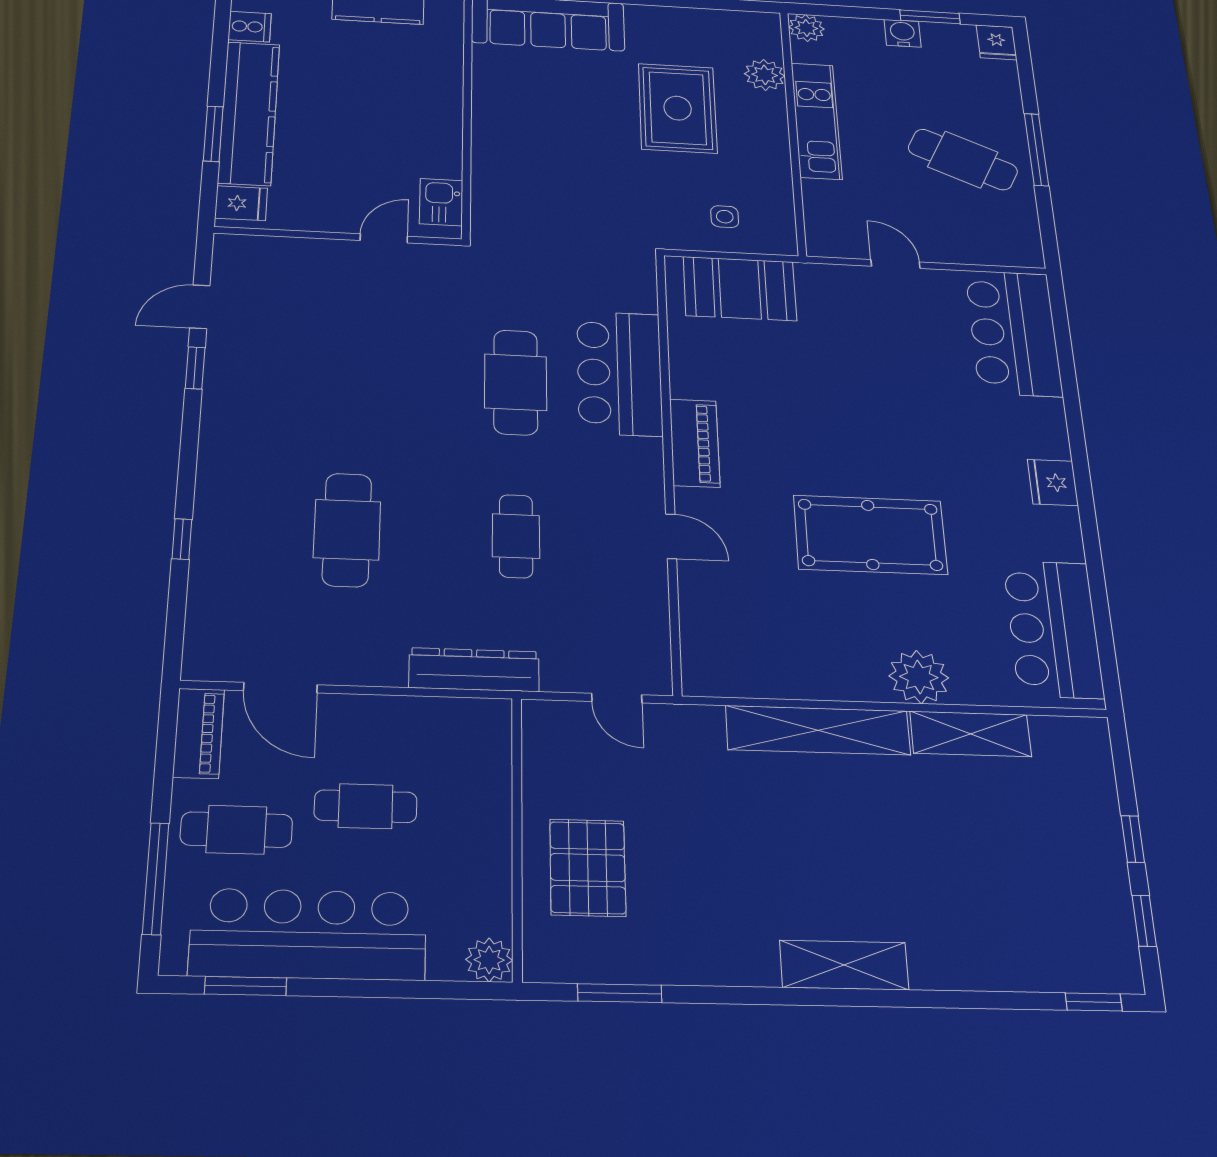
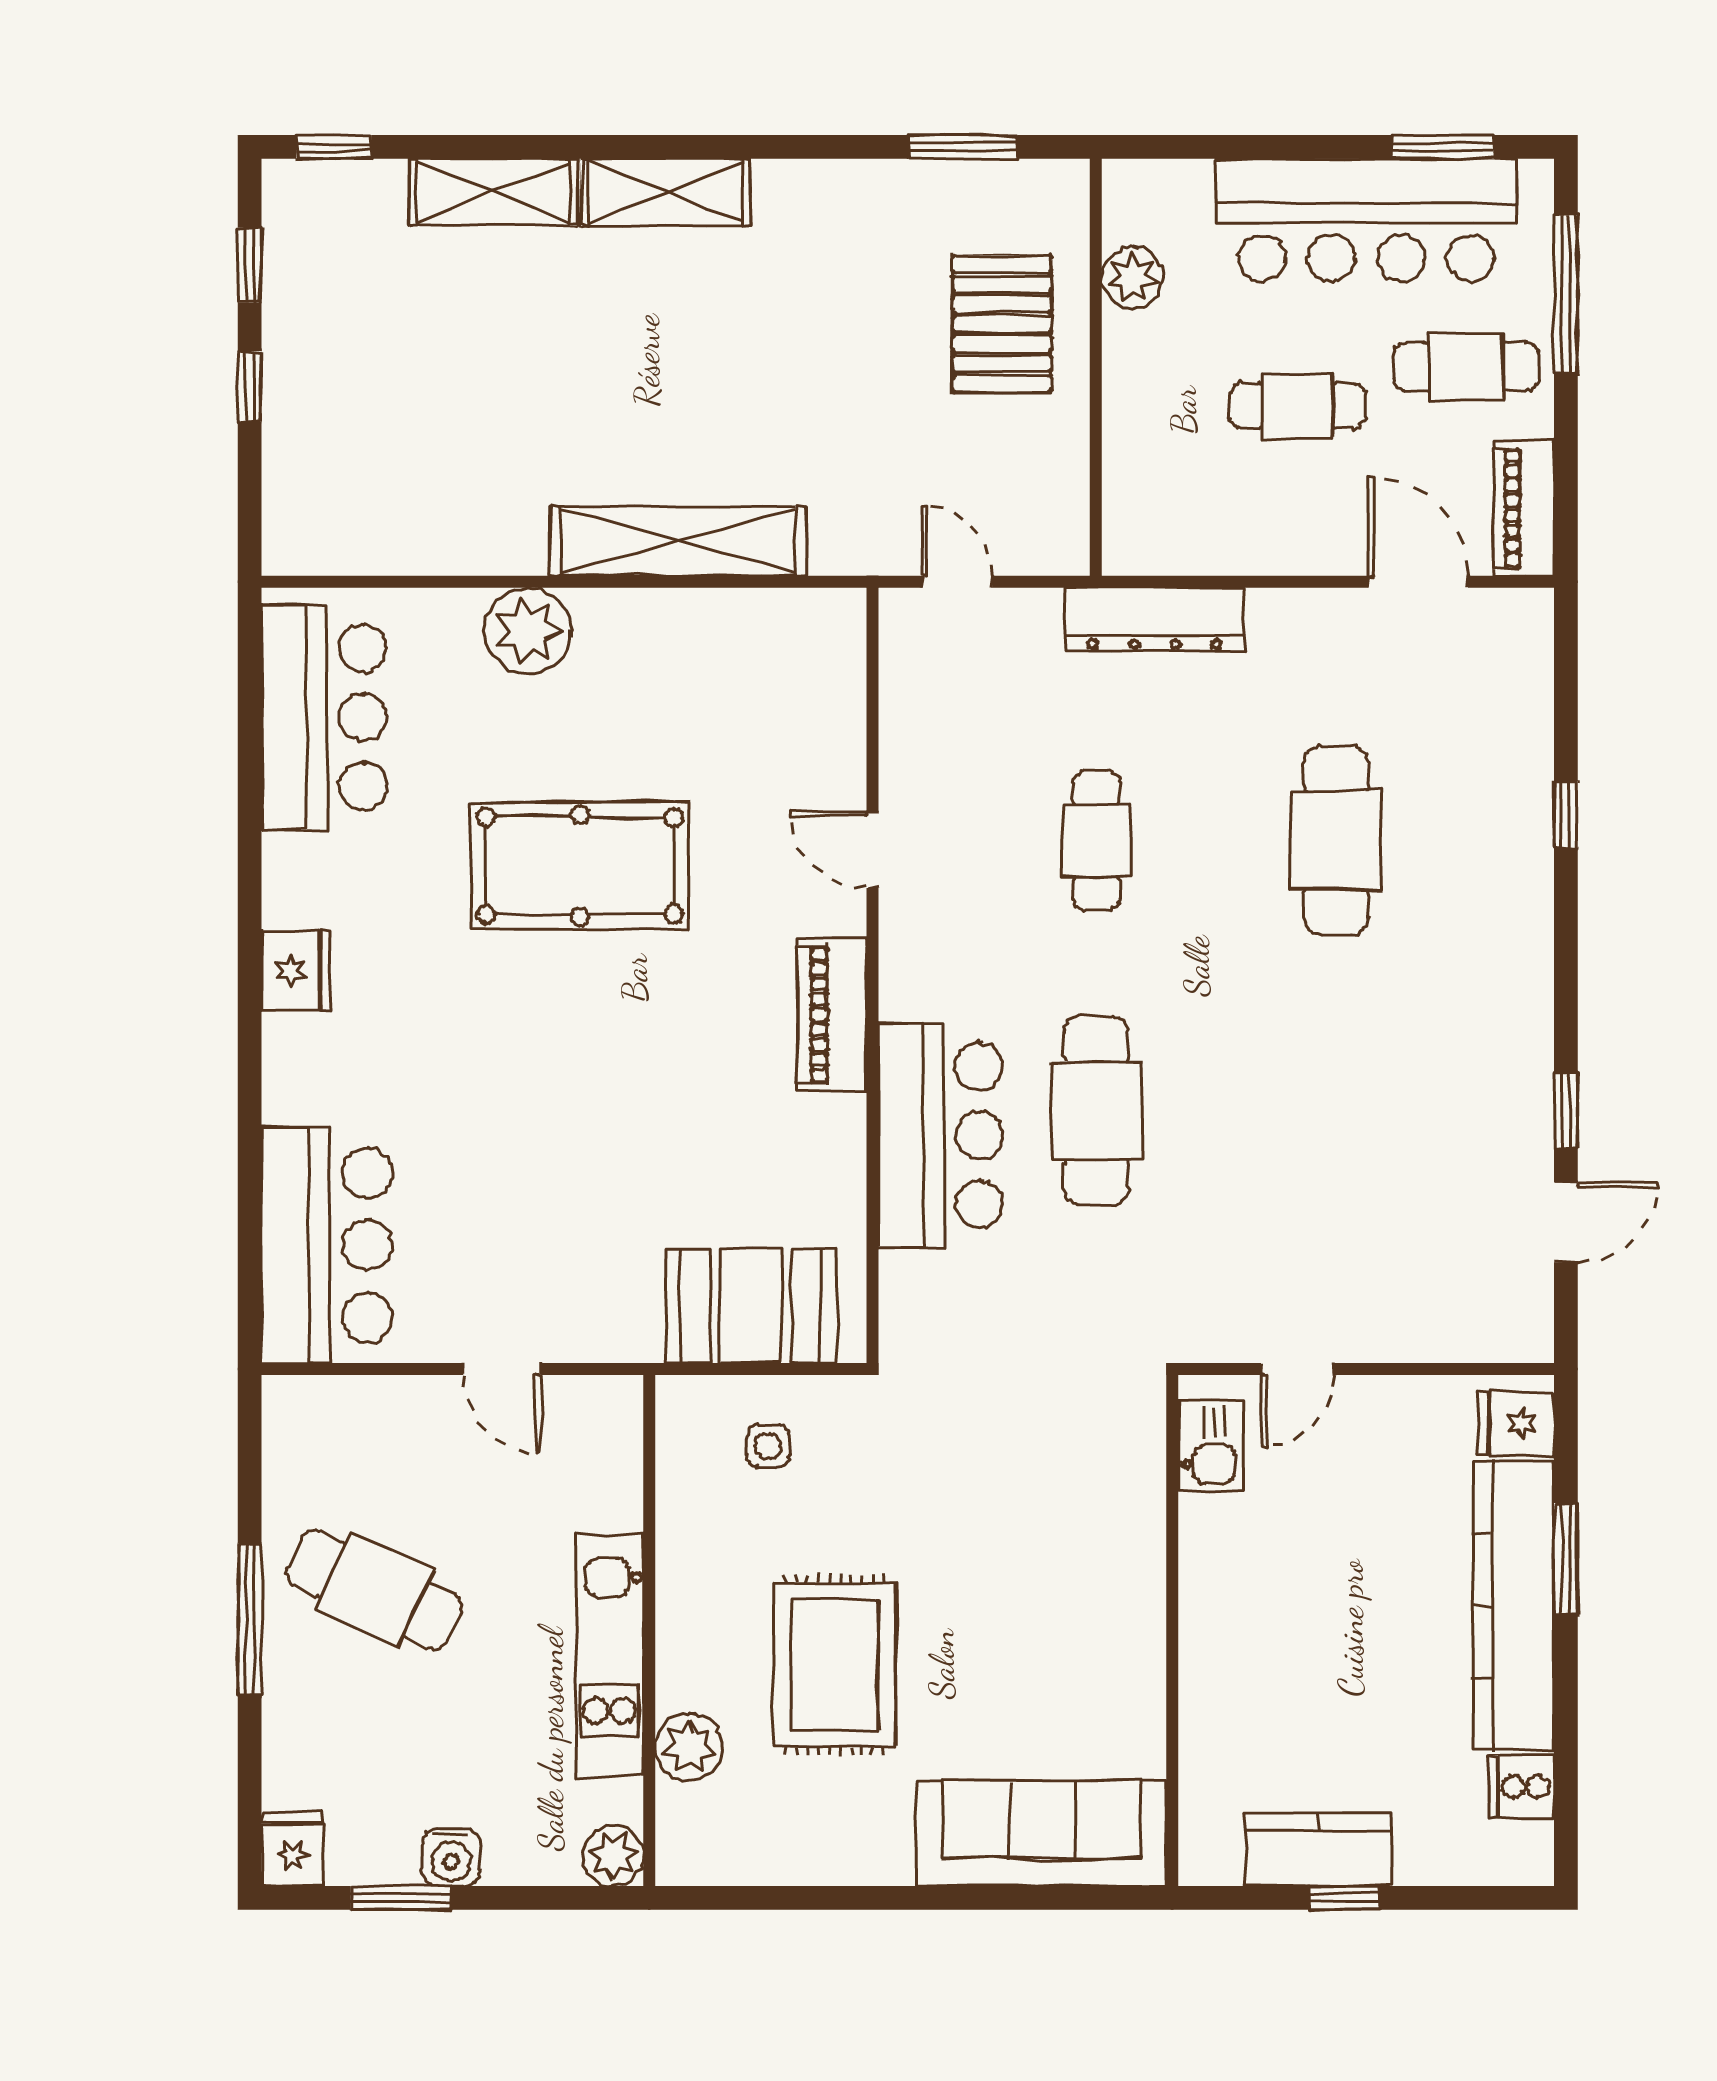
shelving: (971, 734) -> (493, 192), moved
plant: (489, 960) -> (1132, 277), moved

